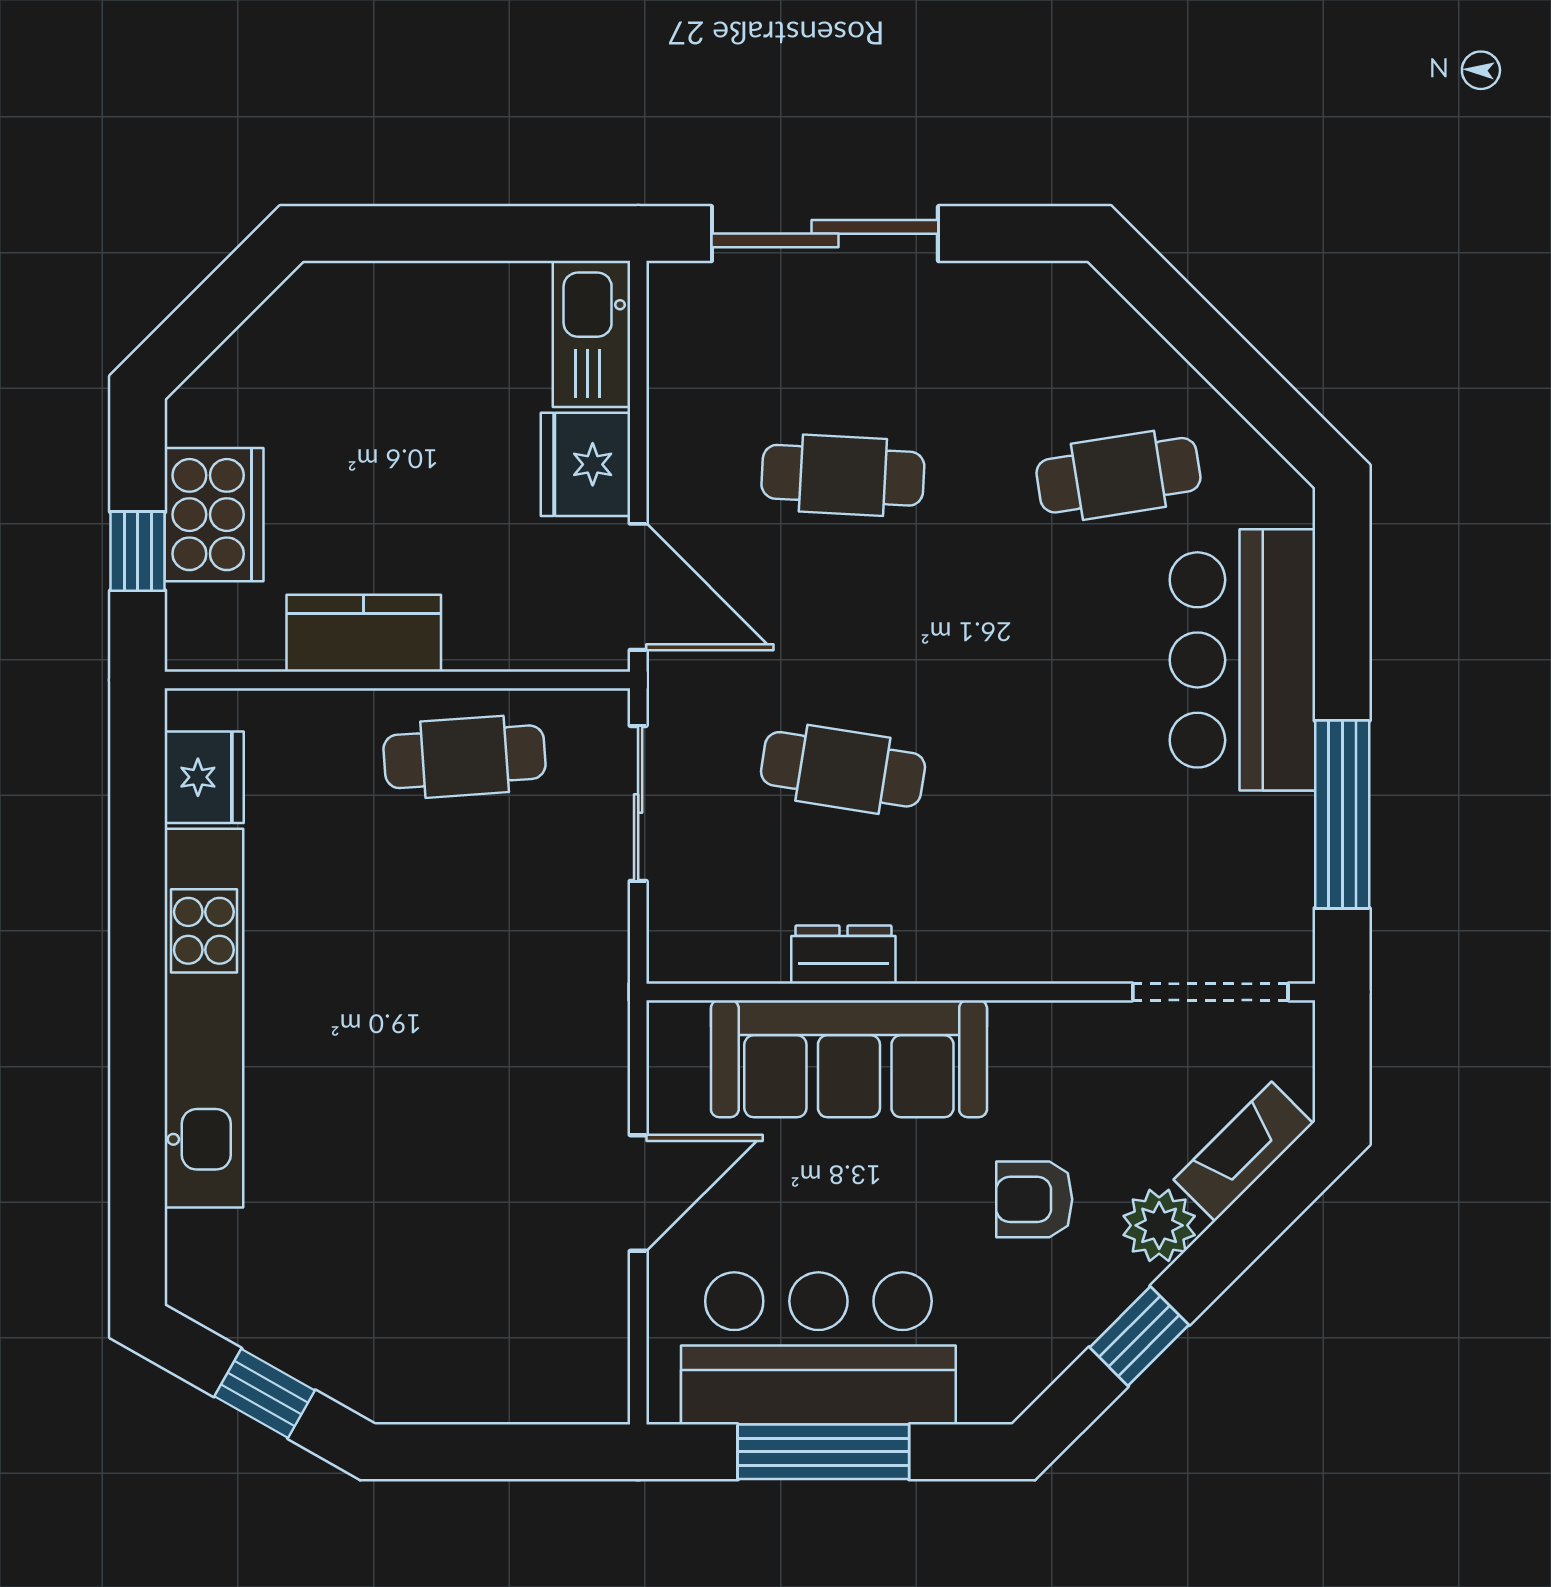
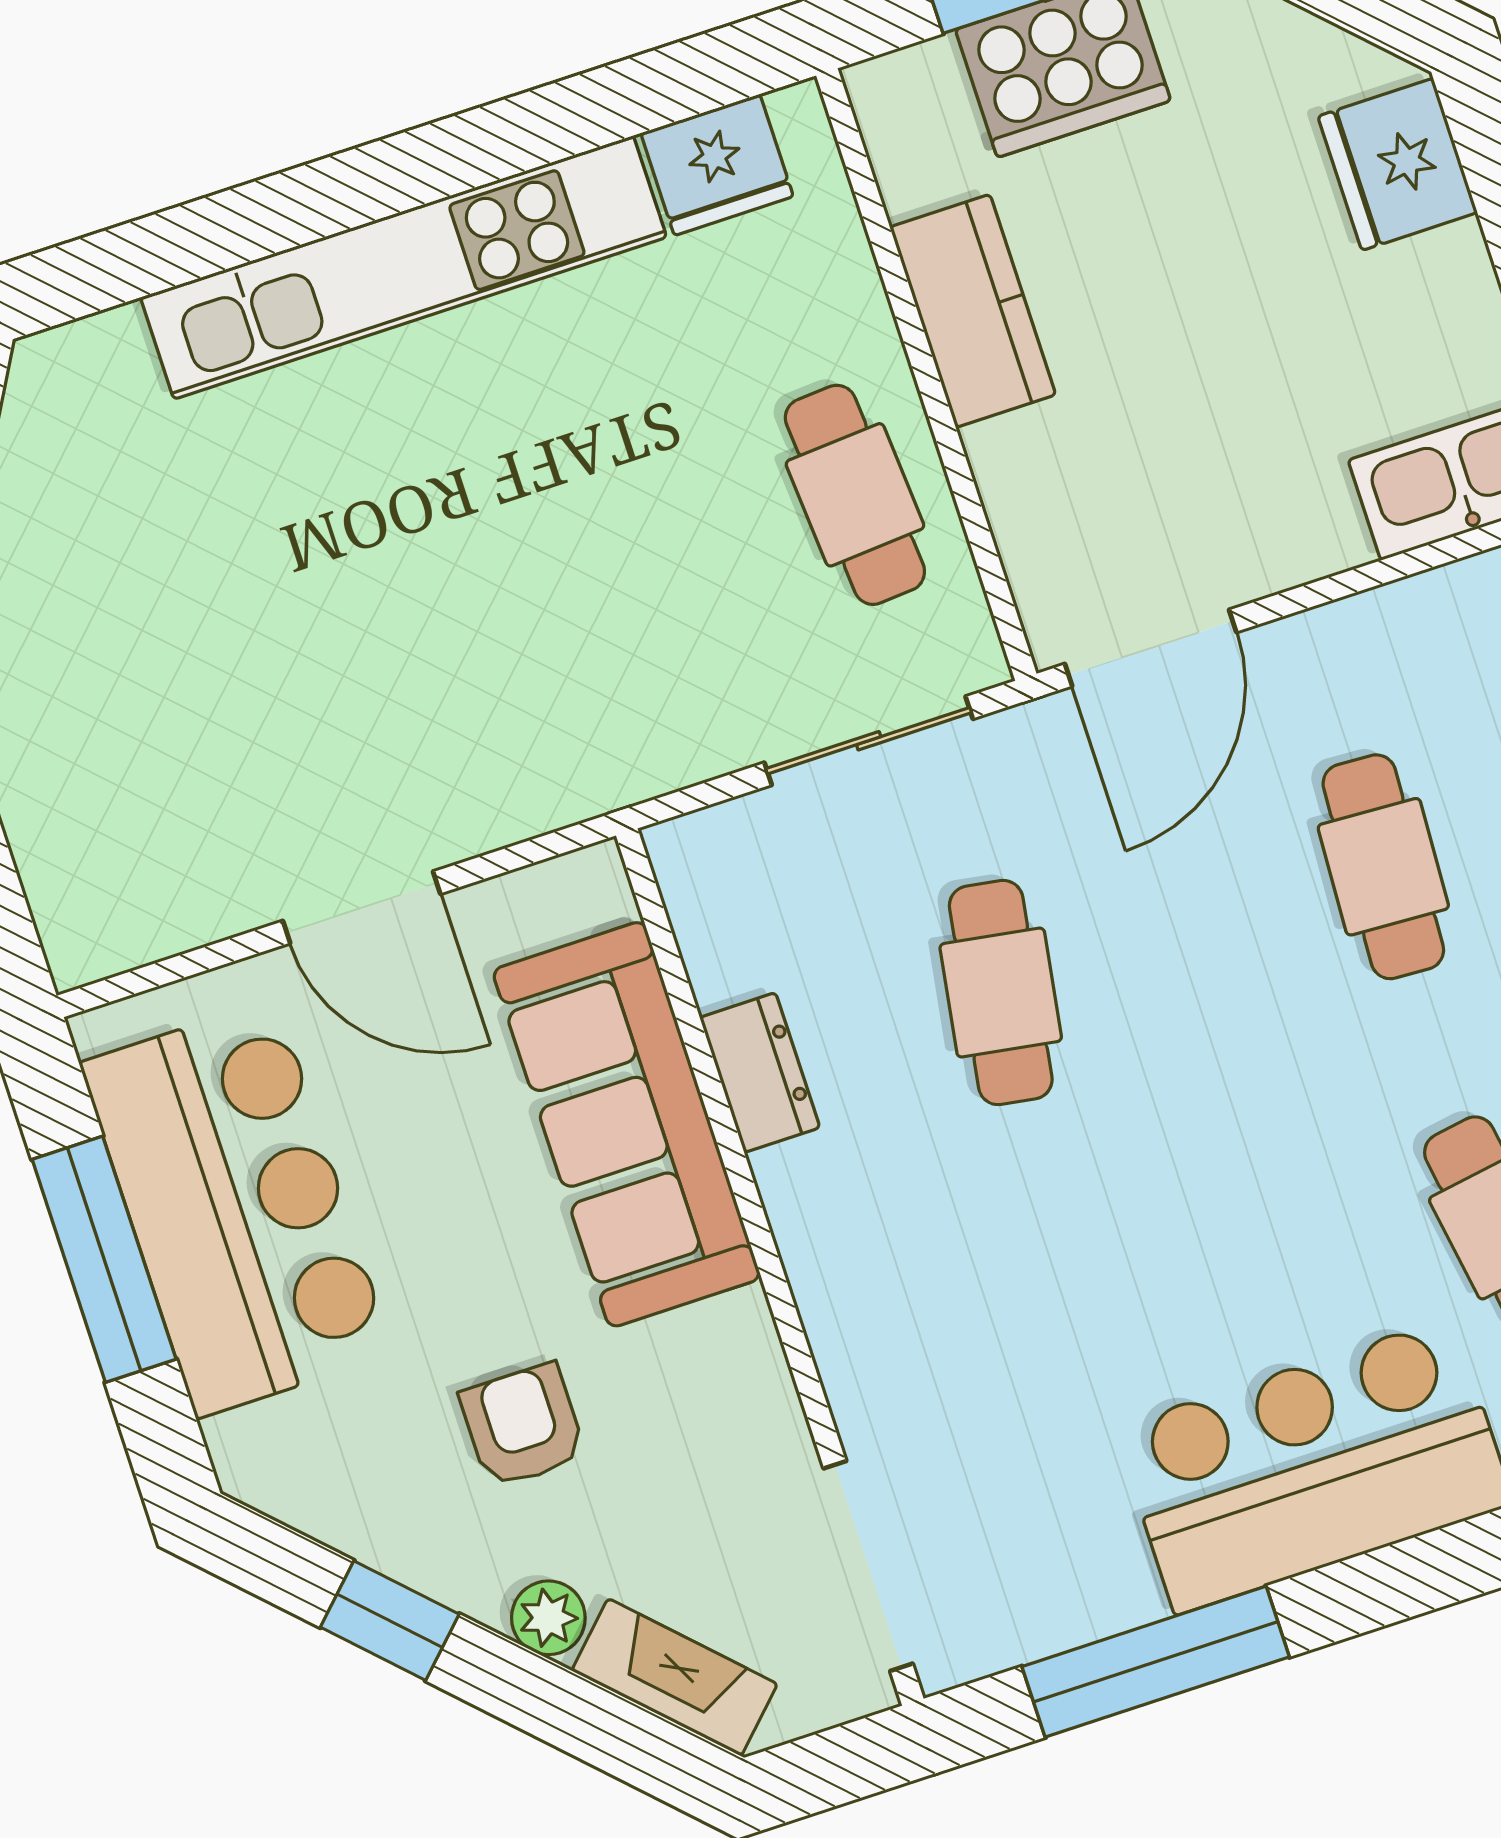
fridge: (586, 464) -> (1398, 164), moved, turned -90
plant: (1159, 1225) -> (548, 1618), width x0.73, depth x0.73

